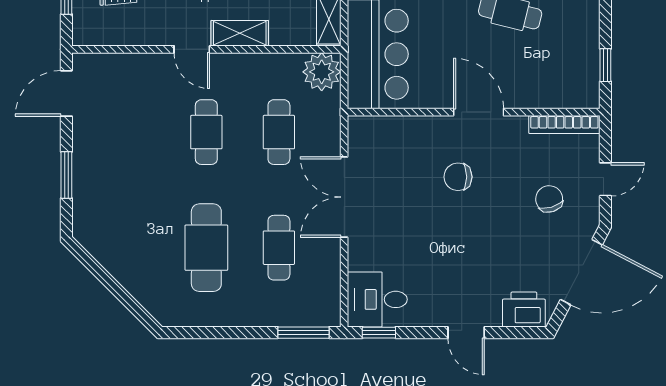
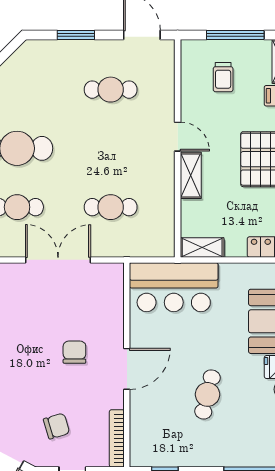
door: (192, 49) -> (178, 137), swing flipped
plant: (322, 72) -> (160, 242), removed
cafe table: (206, 132) -> (111, 90), moved

